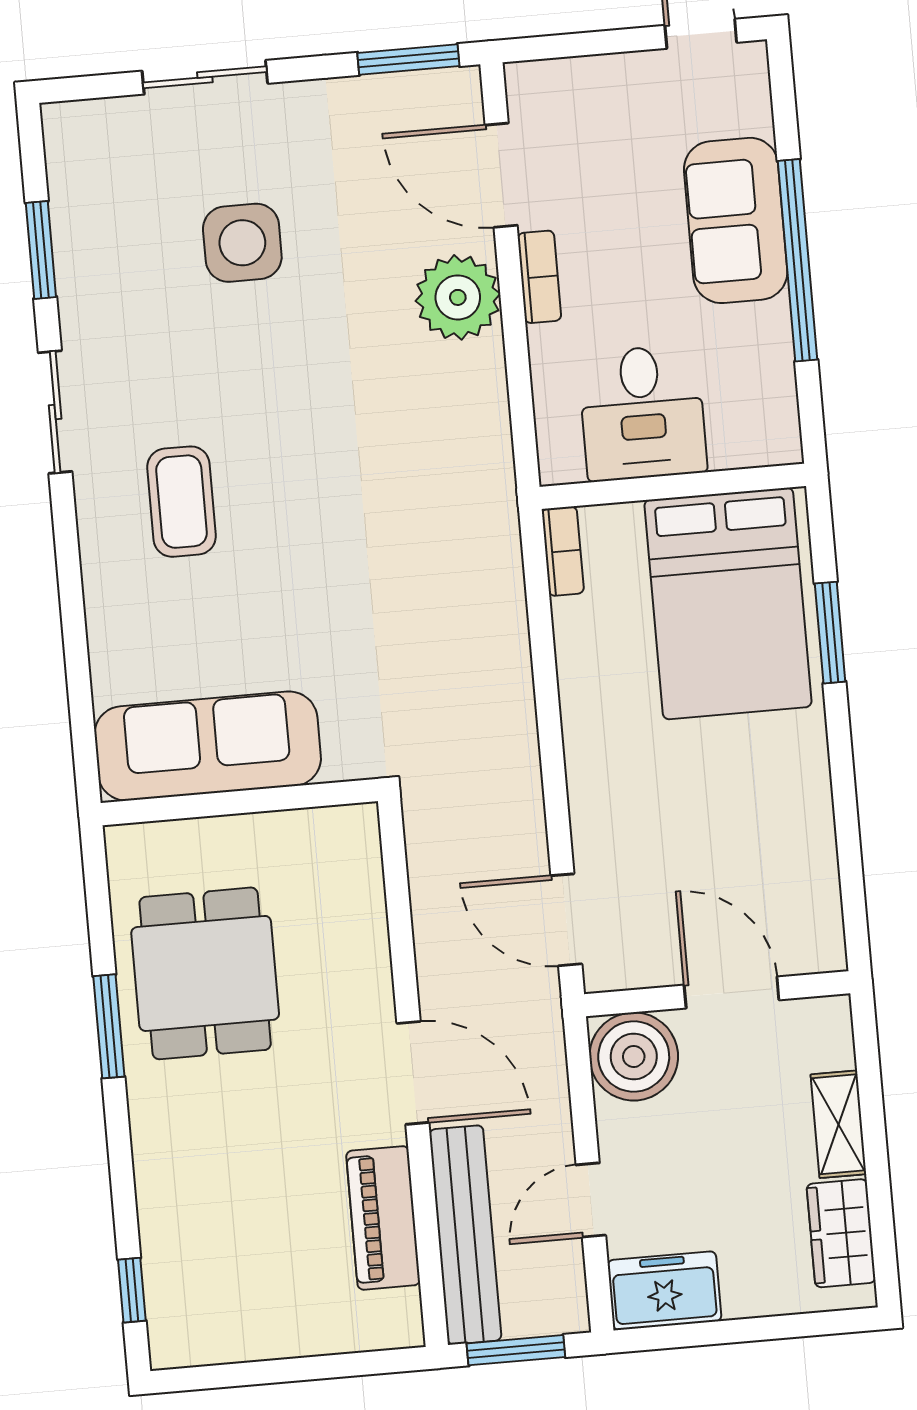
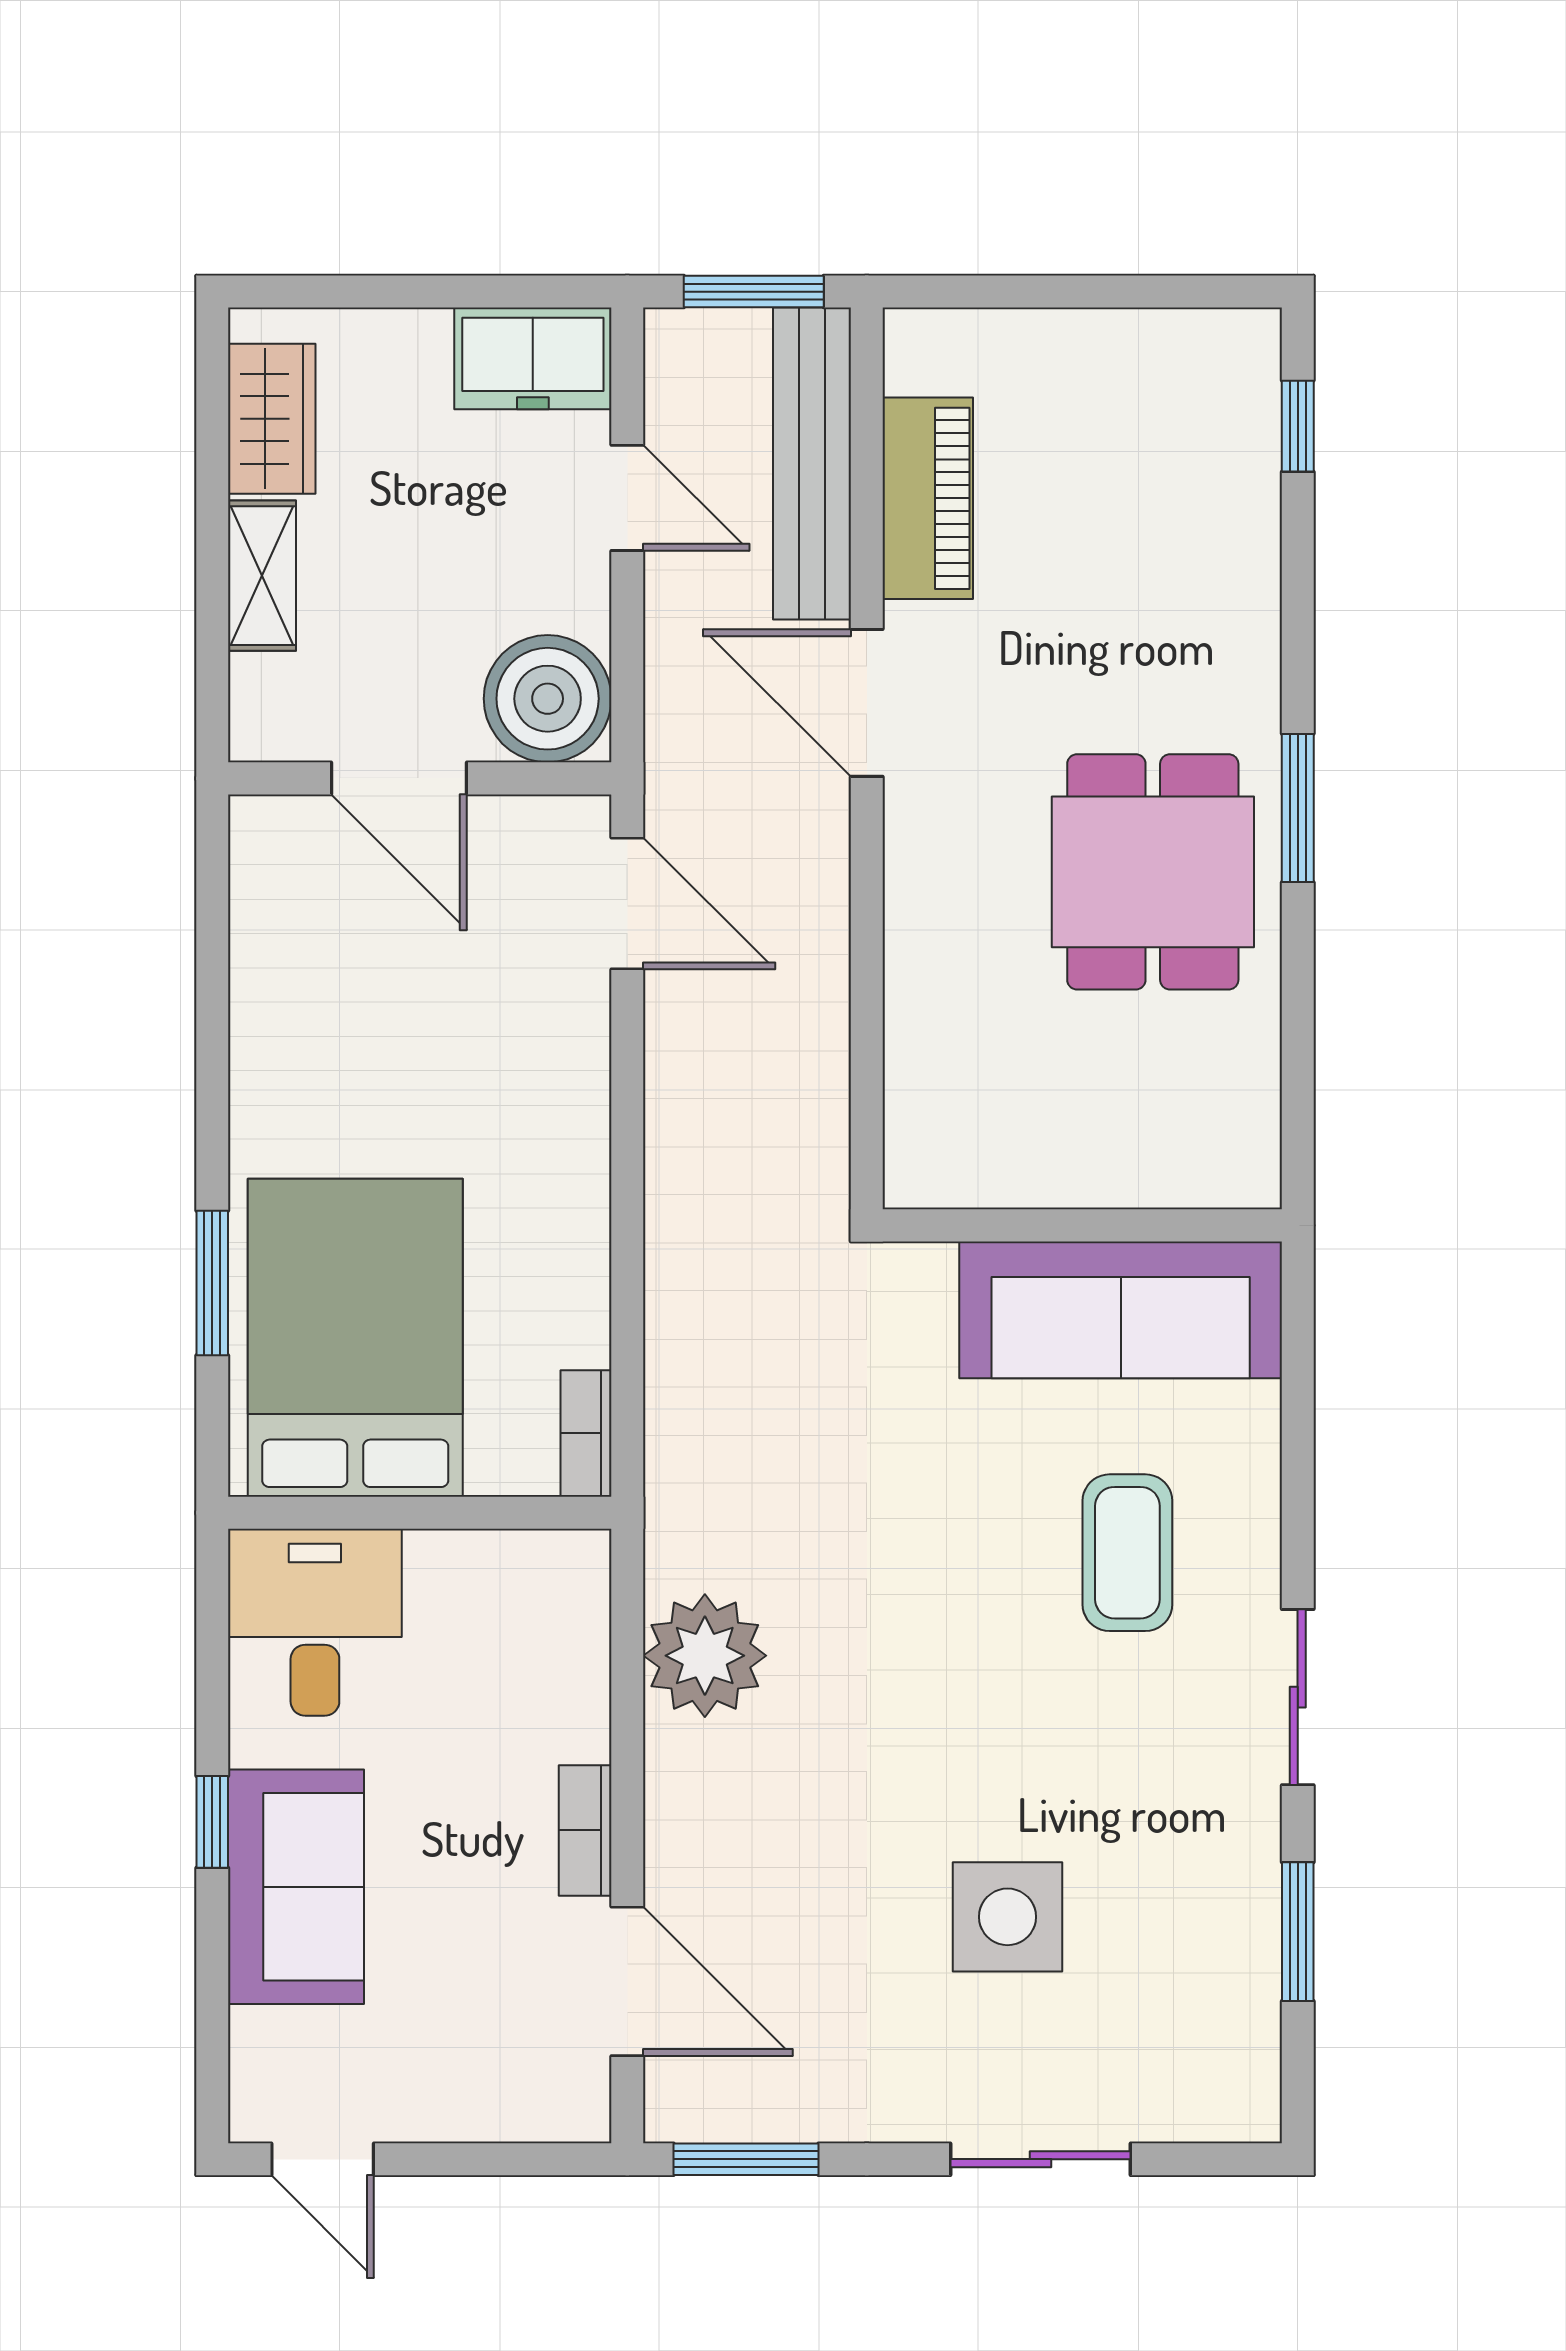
window: (798, 260) -> (212, 1822), width x0.32
plant: (458, 297) -> (705, 1656), moved
desk: (642, 413) -> (315, 1622), moved
sofa: (208, 746) -> (1121, 1310), moved
wall: (239, 802) -> (1082, 1225), moved
door: (591, 1200) -> (627, 498), hinge flipped

